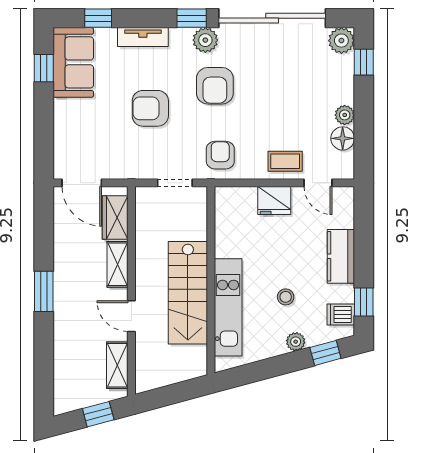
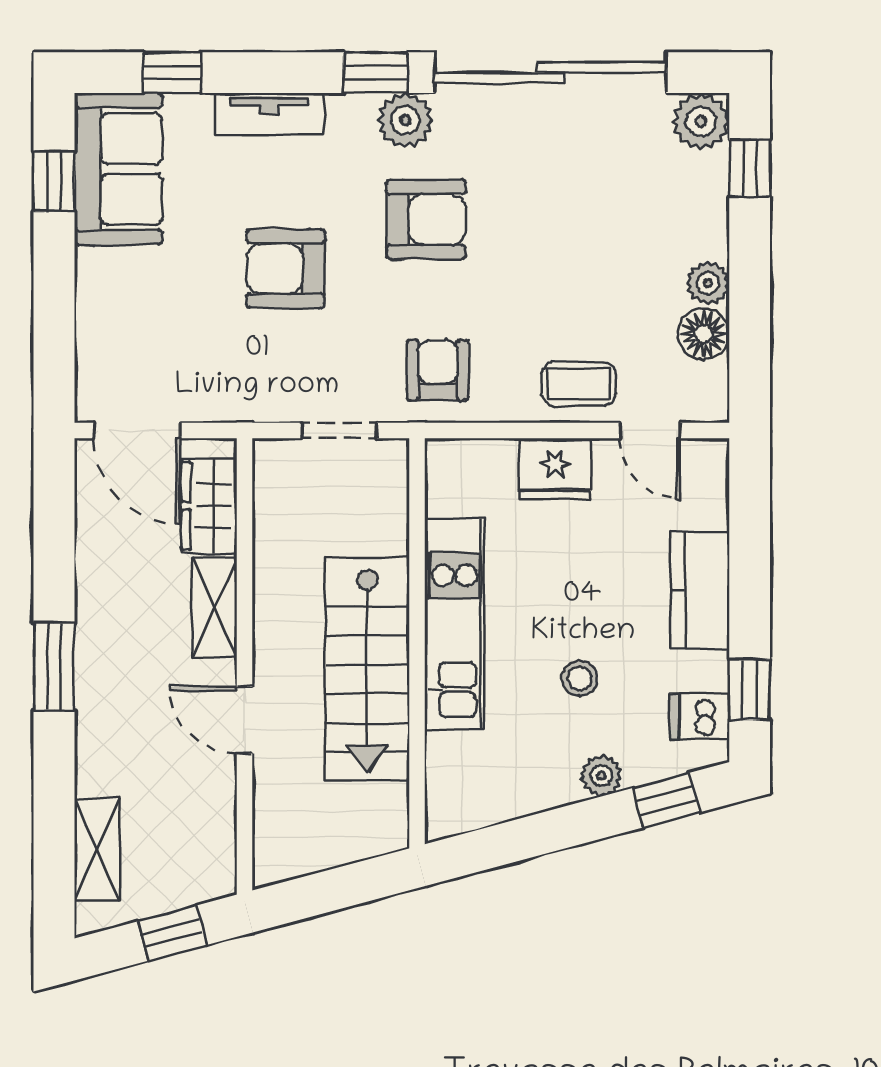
armchair: (215, 86) -> (426, 219), turned -90
kitchen unit: (228, 307) -> (455, 624), moved
shelving: (117, 365) -> (97, 850), moved

